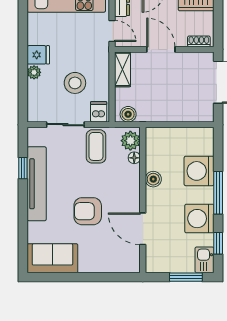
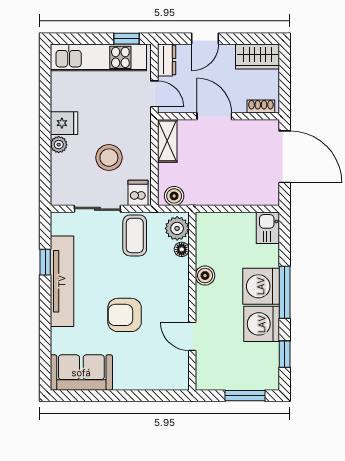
washing machine: (199, 171) -> (261, 286), moved
door: (143, 229) -> (192, 336), width x0.73
kitchen sink: (204, 260) -> (268, 228), moved

